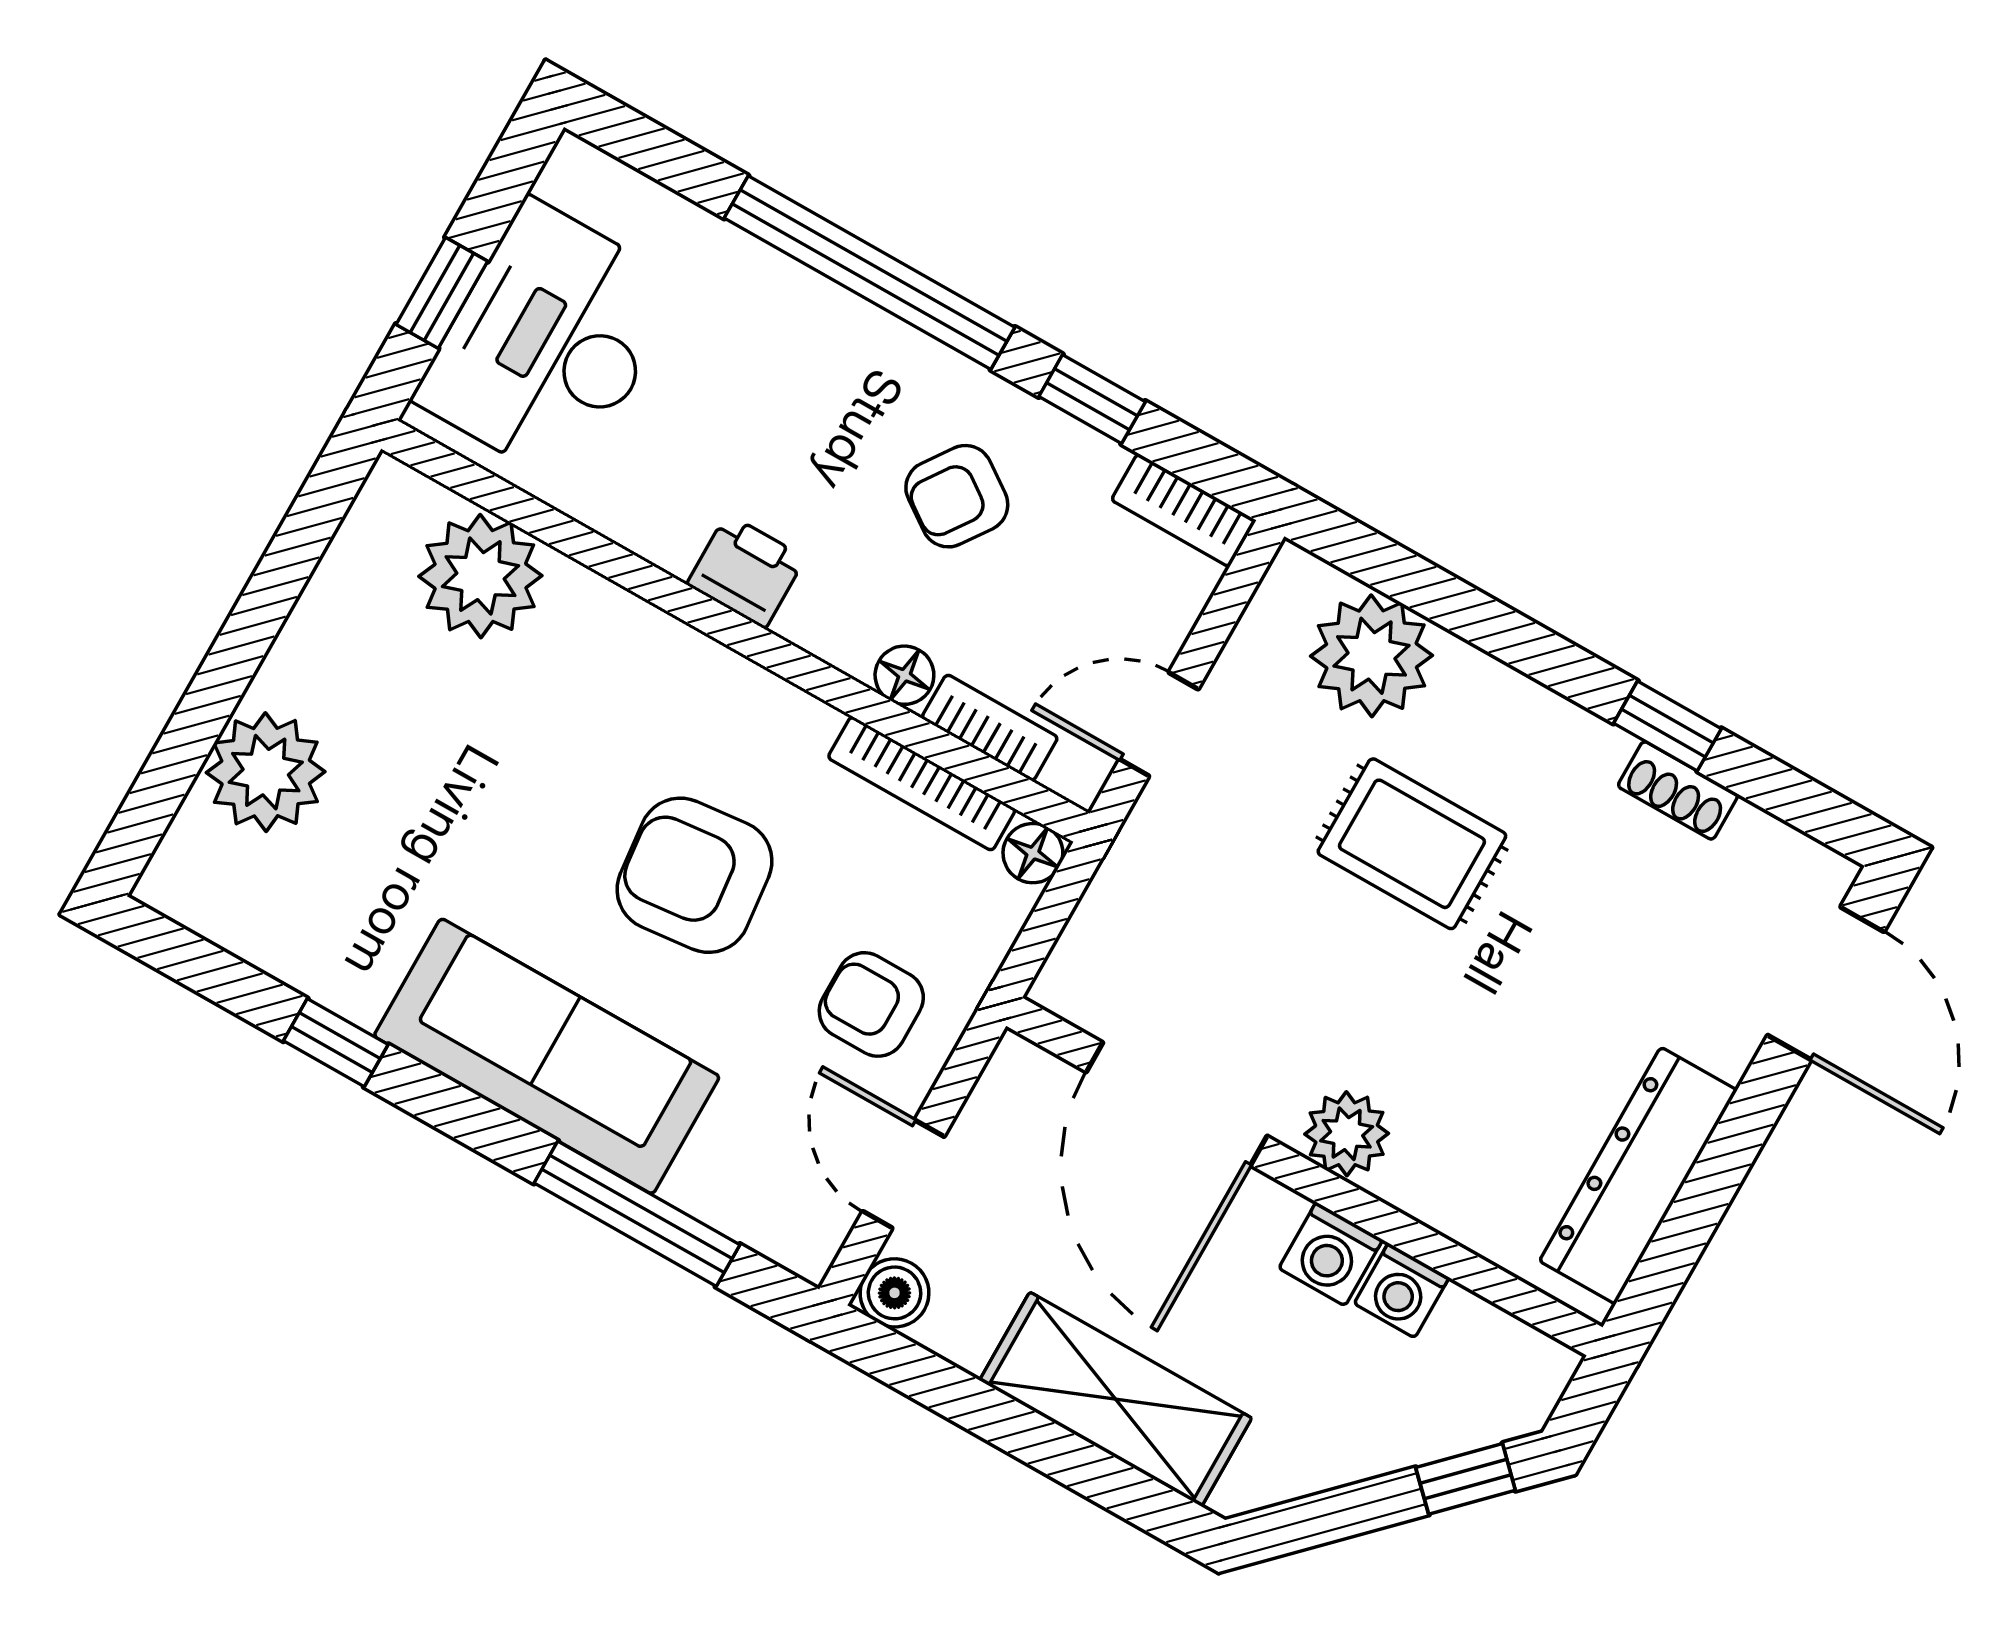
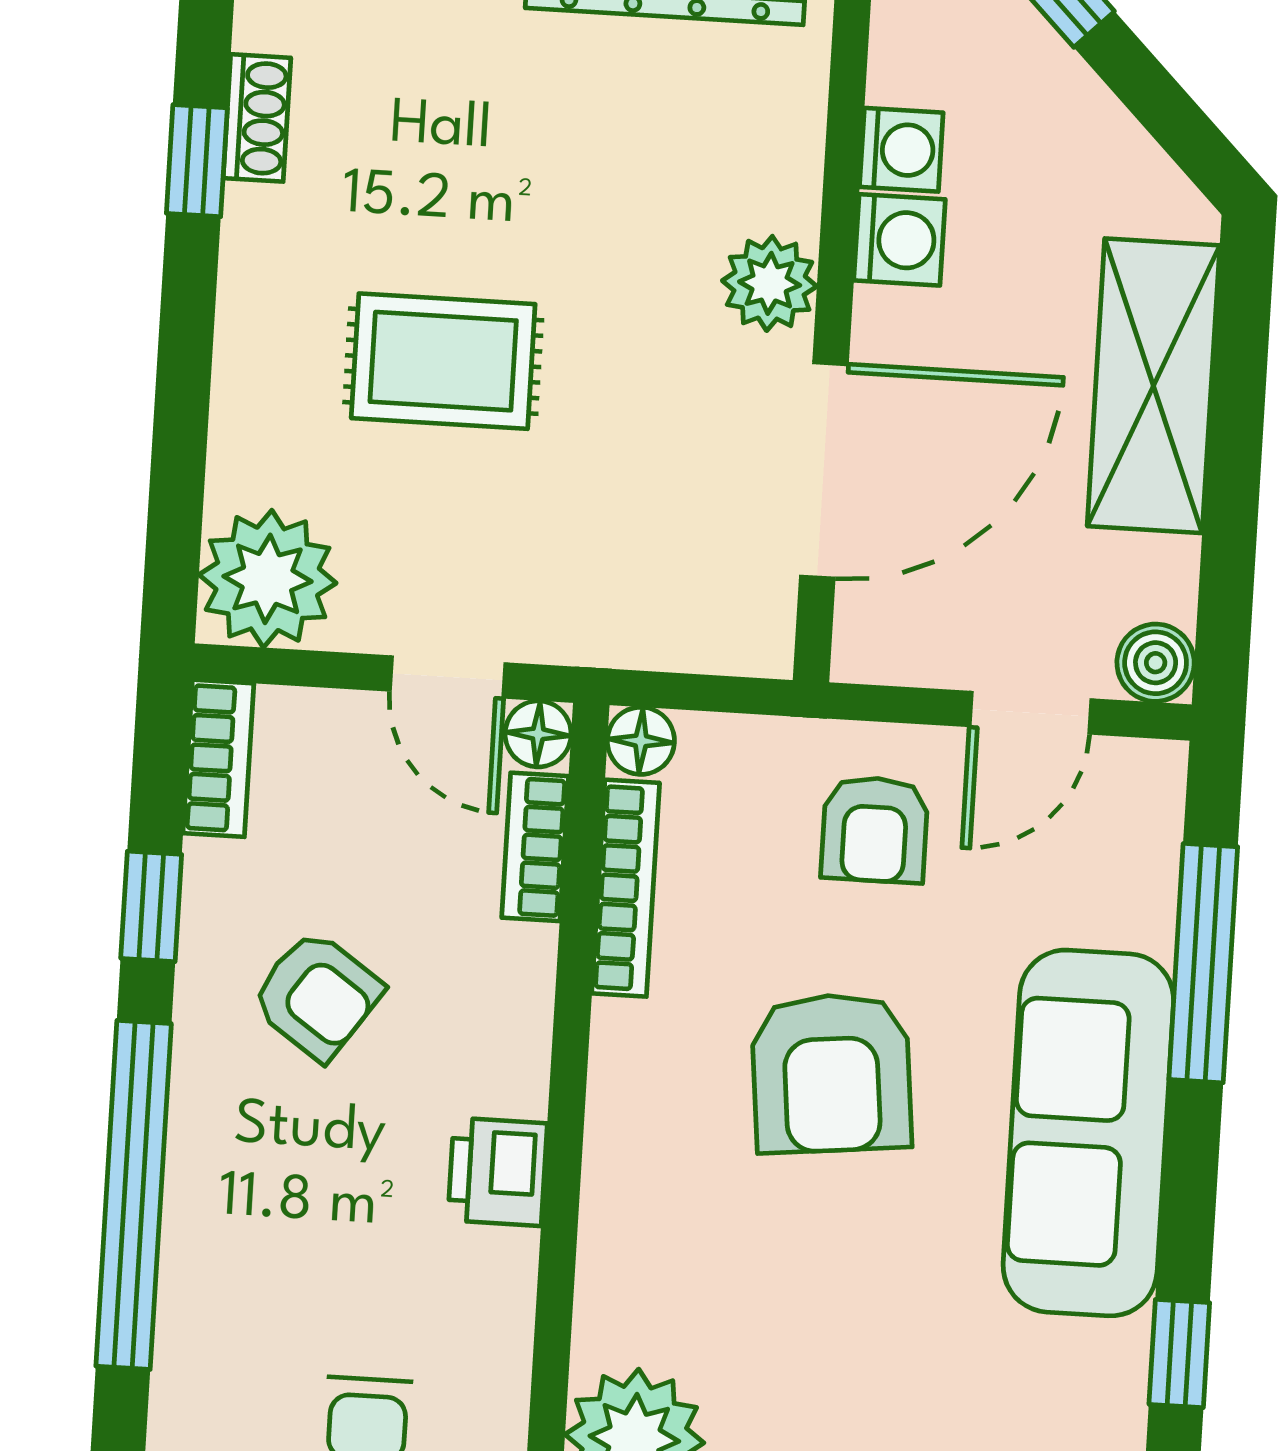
plant: (1371, 656) -> (268, 579), moved
floor lamp: (904, 675) -> (538, 734), moved
rug: (1412, 844) -> (443, 361), turned 90

